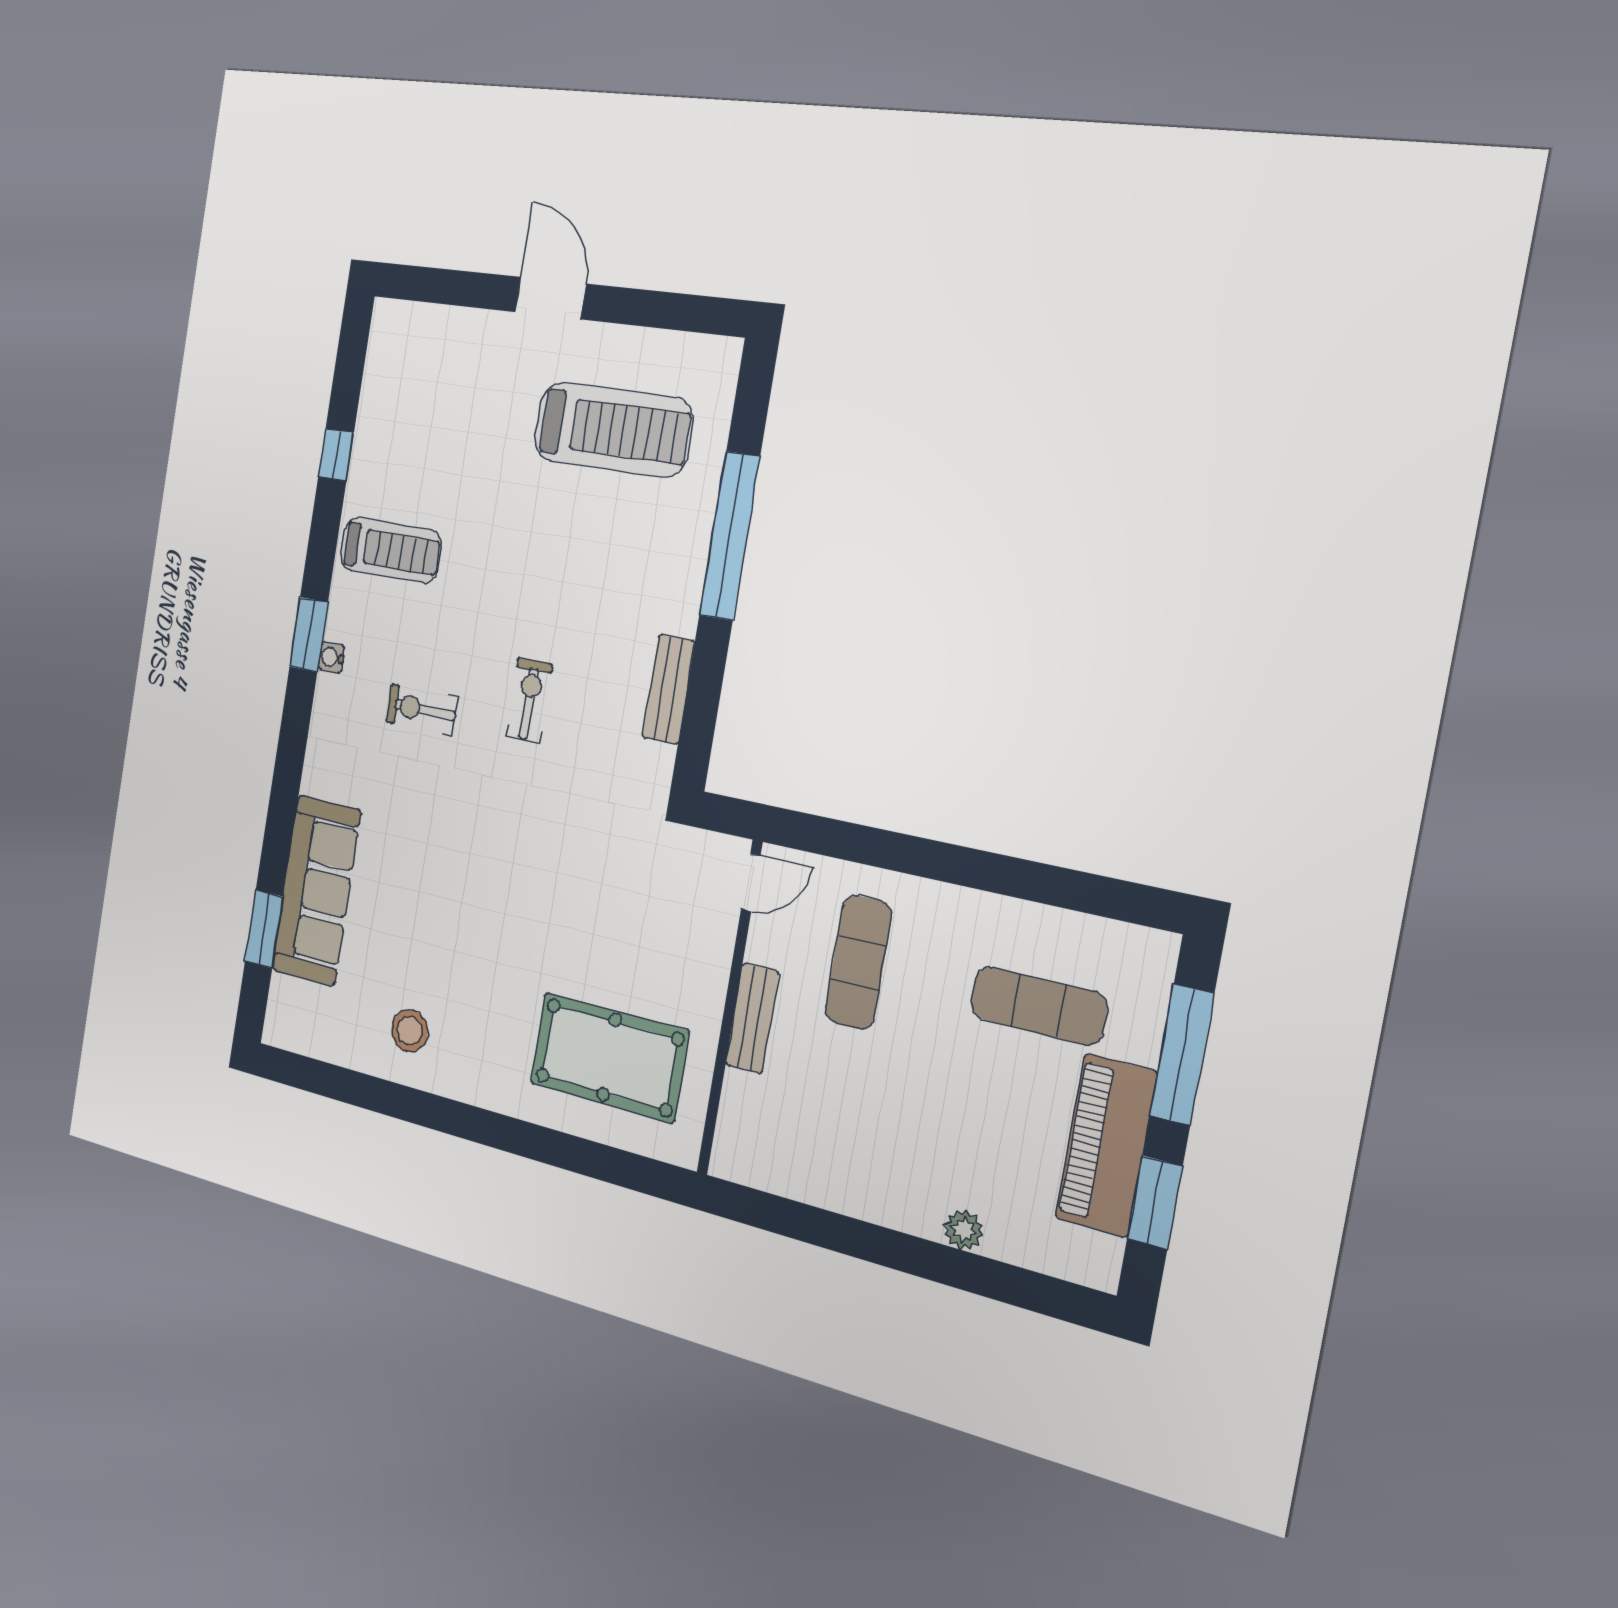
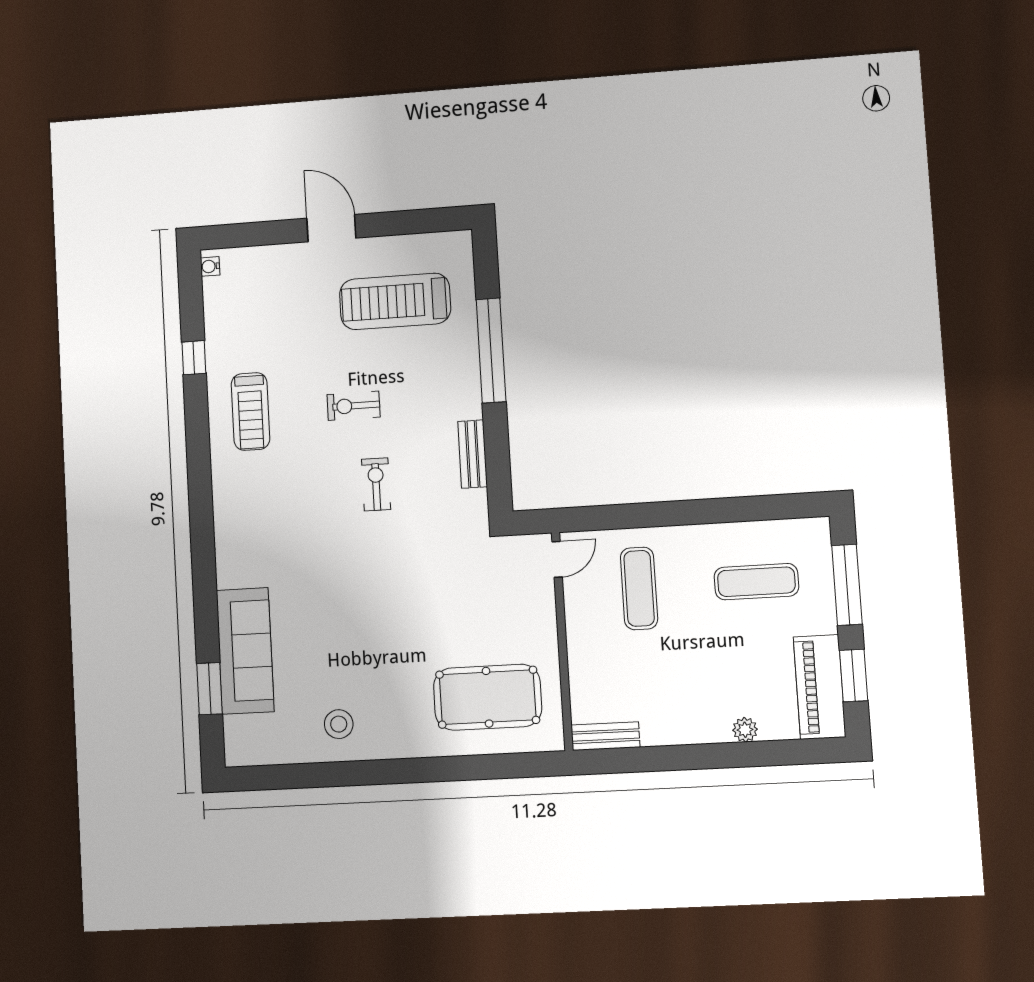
treadmill: (613, 429) -> (395, 301), turned 180
treadmill: (391, 550) -> (250, 411), turned 90
window: (309, 635) -> (200, 481), removed
water cooler: (331, 657) -> (210, 266), moved
exercise bike: (422, 709) -> (354, 406), moved
bench: (752, 1018) -> (605, 736), moved, turned 90
piano: (1106, 1145) -> (820, 687), moved

